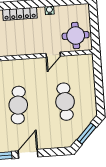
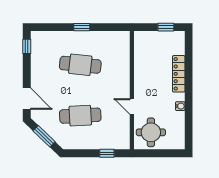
window: (98, 75) -> (107, 153), added
door: (28, 154) -> (27, 99), moved

